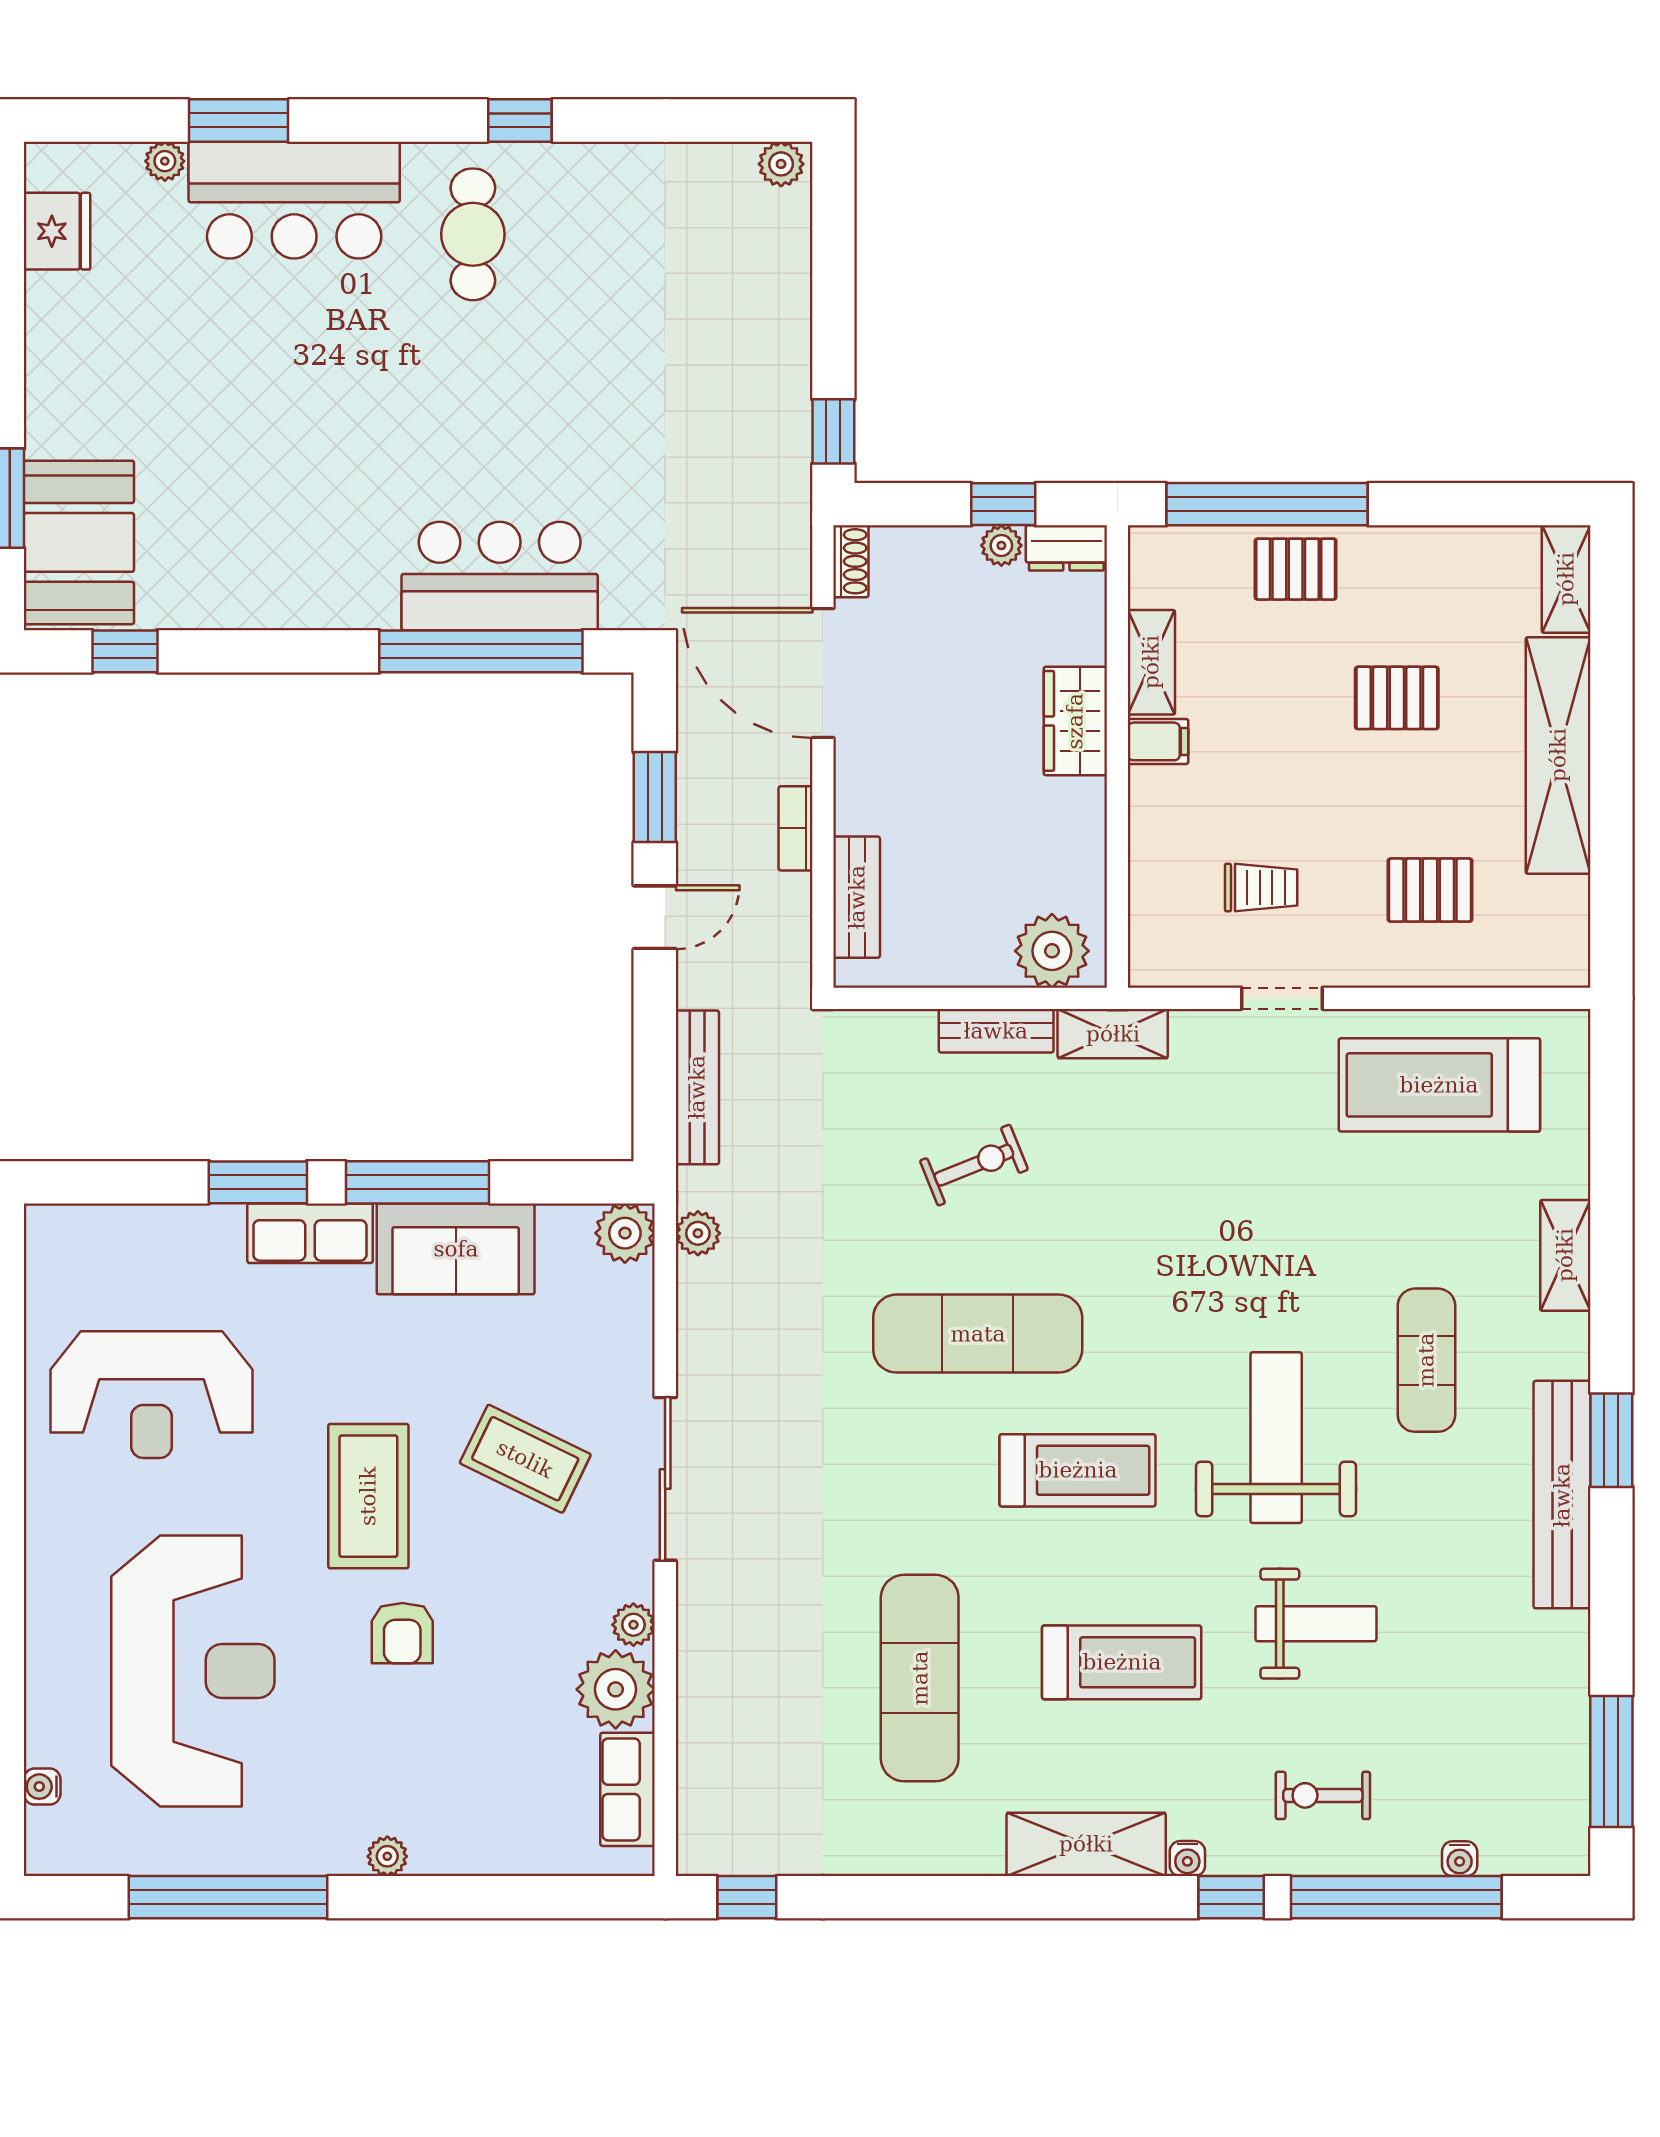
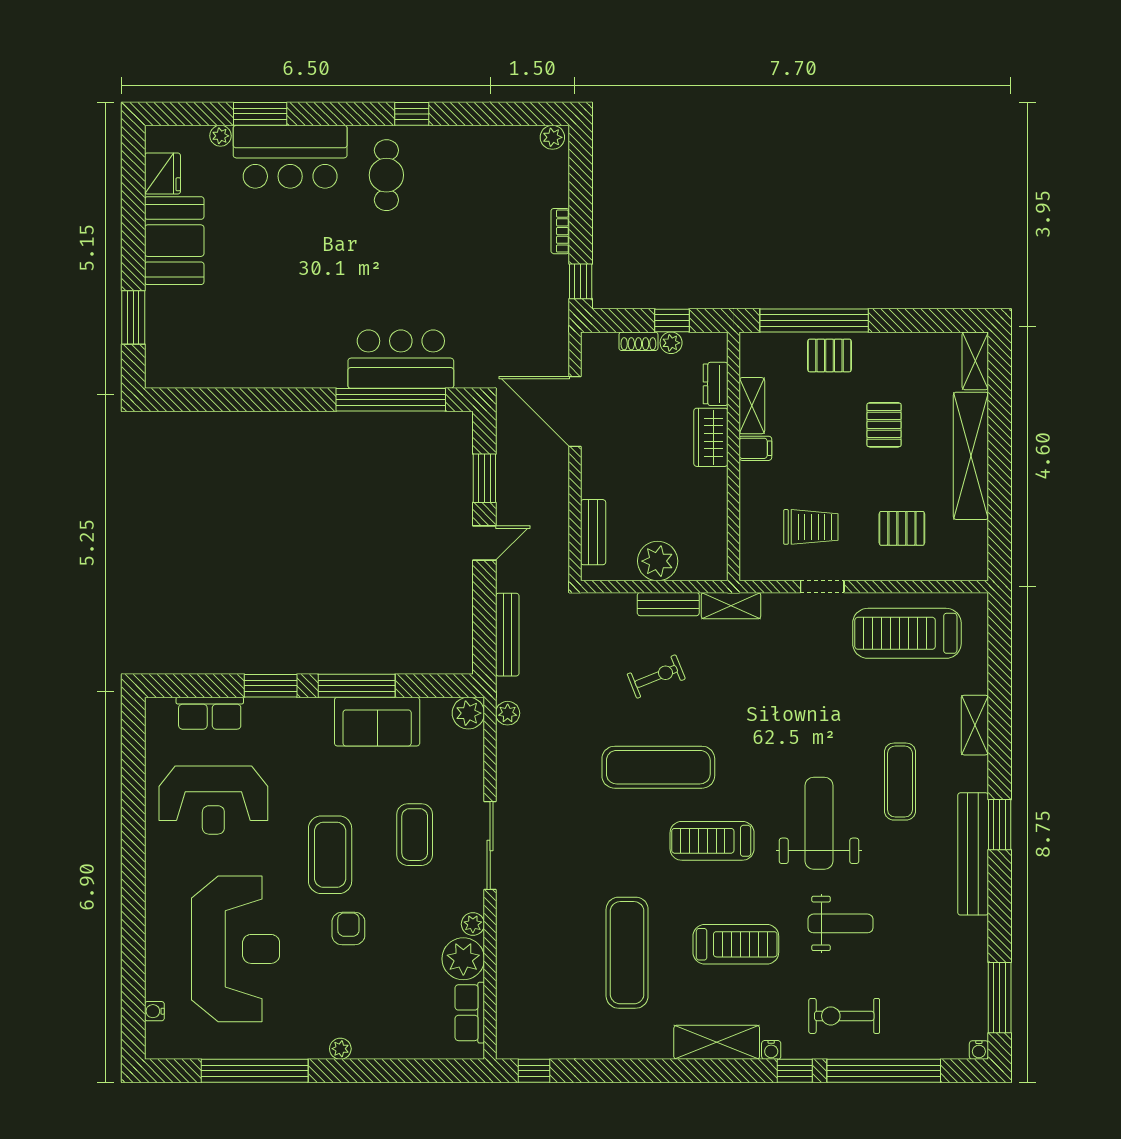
booth: (79, 542) -> (174, 241), moved
dresser: (1066, 548) -> (716, 384), moved, turned 90
shoe rack: (851, 561) -> (638, 341), moved, turned 90
window: (125, 651) -> (199, 400), removed
pallet: (1397, 698) -> (884, 425), turned 90
bookcase: (796, 828) -> (560, 231), moved
trolley: (1261, 888) -> (811, 527), width x1.36, depth x1.39
plant: (1052, 951) -> (658, 561), moved
row of seats: (310, 1233) -> (210, 713), moved
coffee table: (525, 1459) -> (415, 835), turned 64
treadmill: (1078, 1470) -> (712, 841), turned 180
armchair: (402, 1633) -> (348, 929), turned 180
exercise bike: (1323, 1795) -> (844, 1016), width x1.38, depth x1.39
water cooler: (1460, 1859) -> (979, 1050), moved

